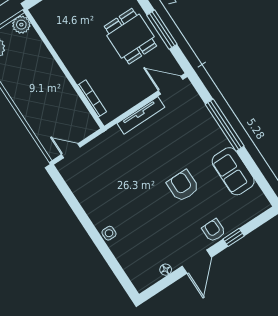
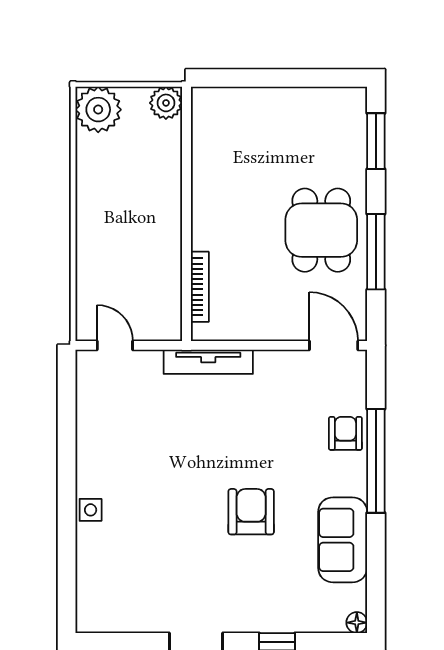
tv unit: (141, 115) -> (208, 362), moved
armchair: (214, 230) -> (345, 433), moved
floor lamp: (166, 270) -> (357, 623), moved

